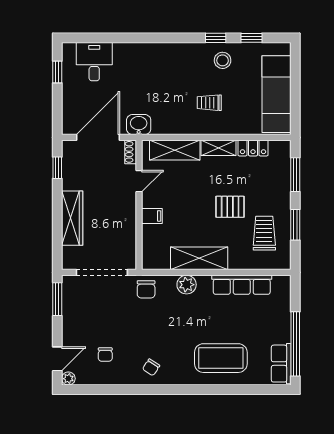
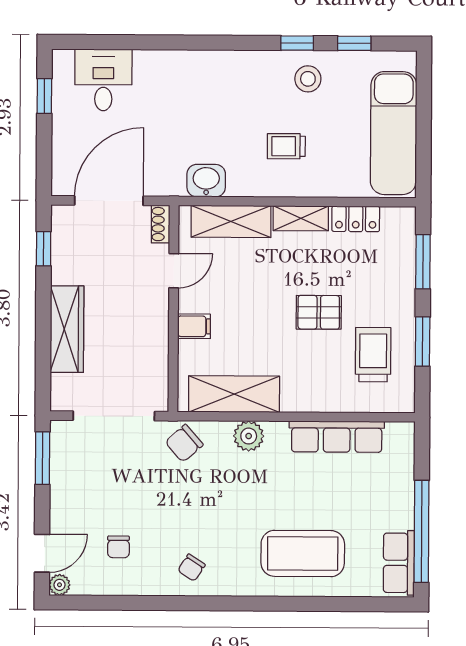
washbasin: (139, 125) -> (206, 181), moved
shelving: (199, 258) -> (234, 394), moved
chair: (146, 289) -> (184, 443), turned 49

